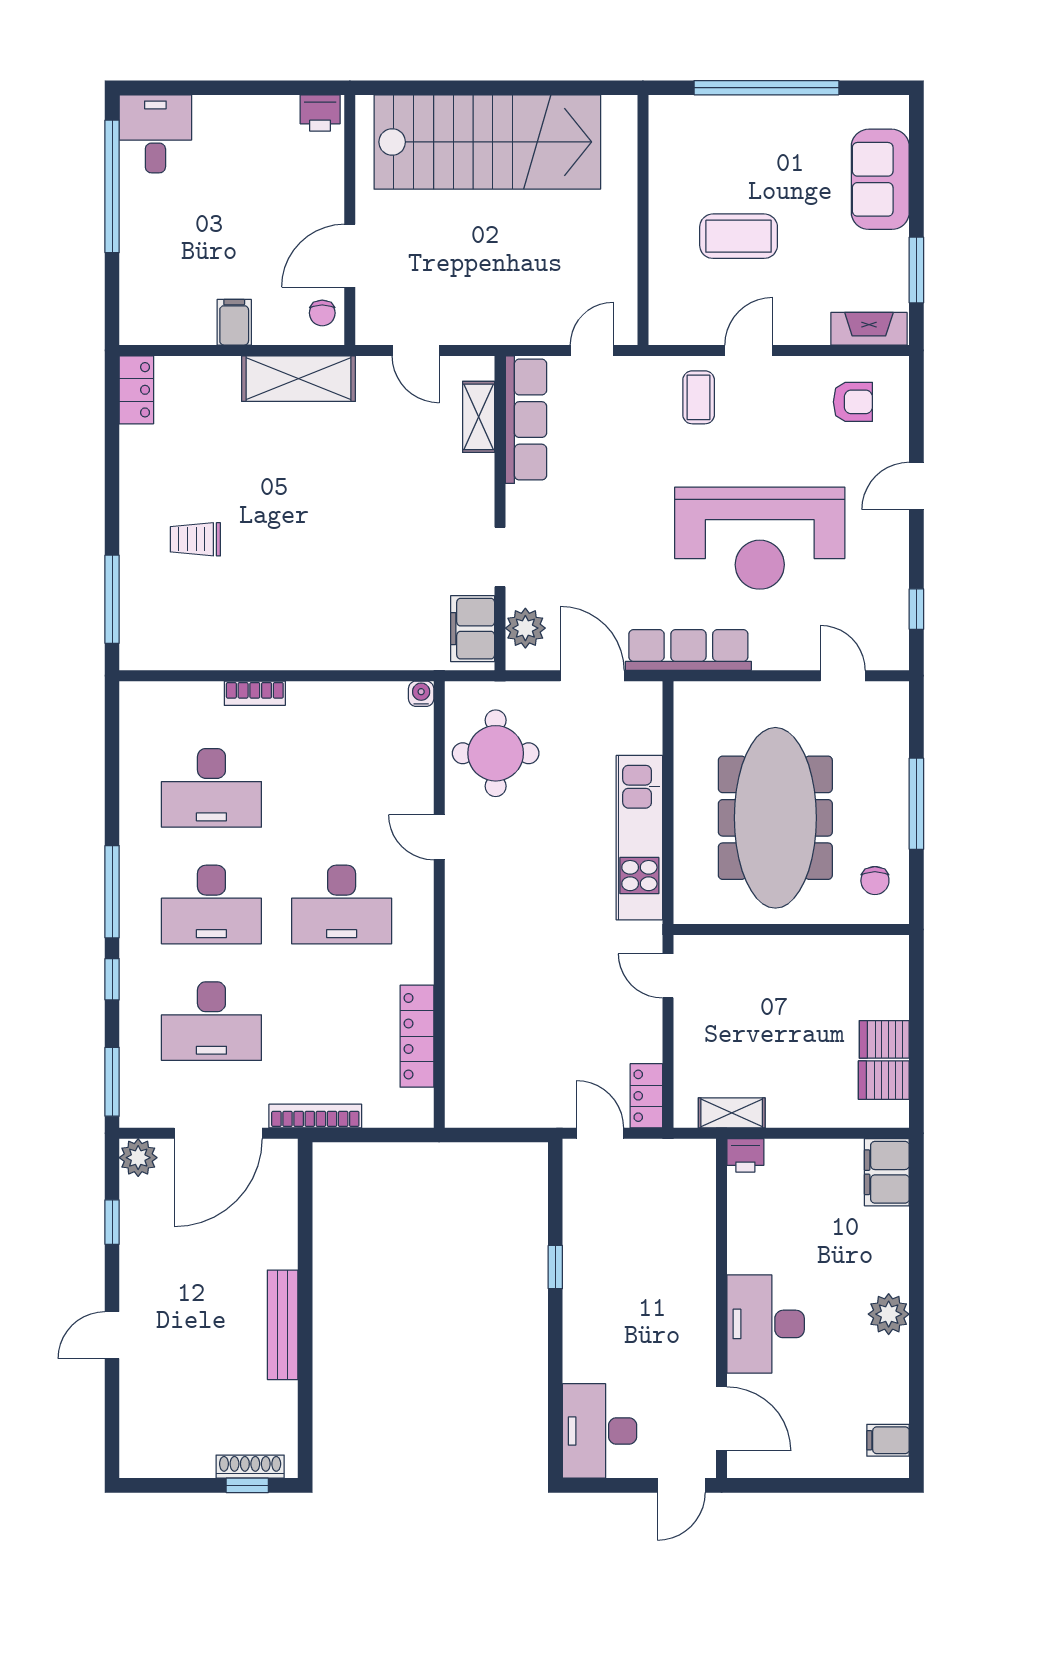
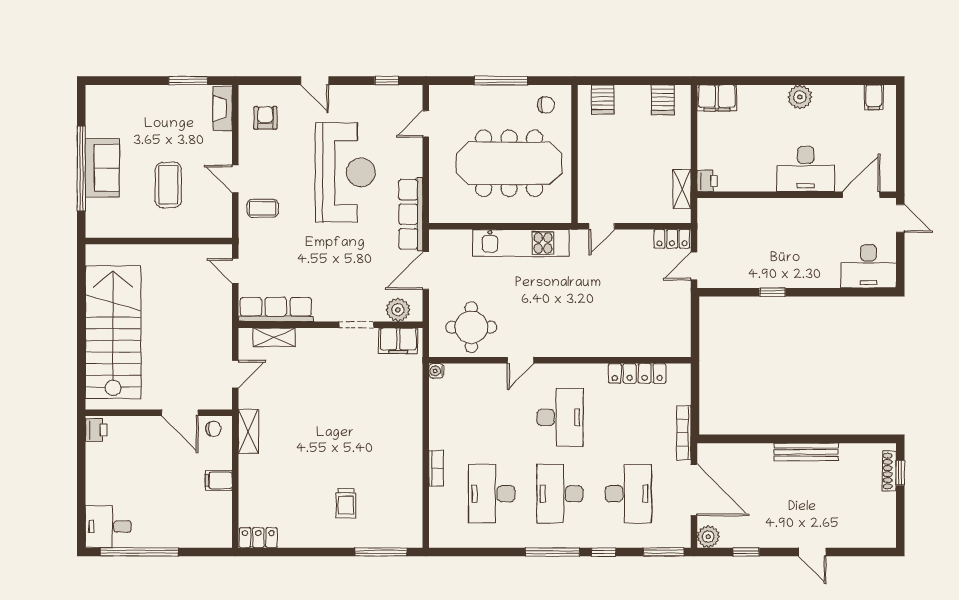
sofa: (880, 179) -> (102, 168), moved, turned -90
shelving: (299, 379) -> (248, 432), width x0.67, depth x0.75
desk: (211, 788) -> (492, 494), turned 180
desk: (211, 904) -> (560, 494), turned 180
server rack: (884, 1039) -> (603, 99), moved

